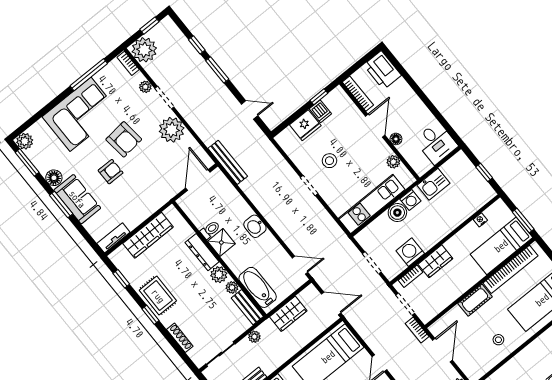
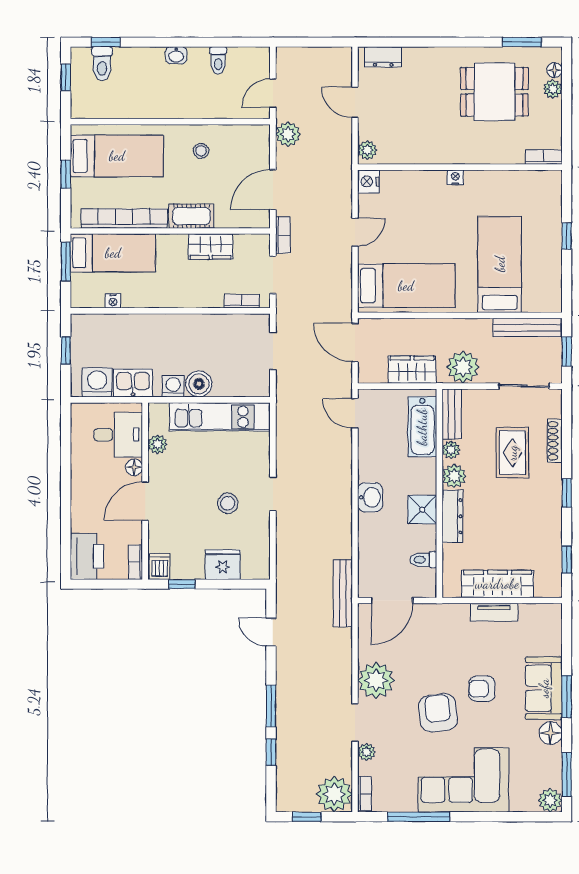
bookcase: (358, 94) -> (135, 562), width x0.64
dishwasher: (320, 111) -> (160, 566), moved
desk: (436, 143) -> (118, 435), moved, turned 90
toilet: (210, 230) -> (423, 560), moved
tv unit: (113, 238) -> (494, 612), moved
washing machine: (410, 252) -> (97, 382), moved, turned 180
wardrobe: (435, 261) -> (210, 247), moved, turned 180
rug: (158, 296) -> (512, 453), moved
plant: (254, 337) -> (463, 367), width x1.88, depth x1.88

